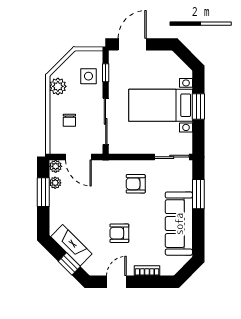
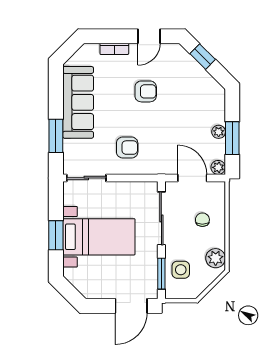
window: (106, 73) -> (161, 274), width x1.50
plant: (55, 183) -> (219, 132), moved
fireplace: (71, 245) -> (200, 78), removed

